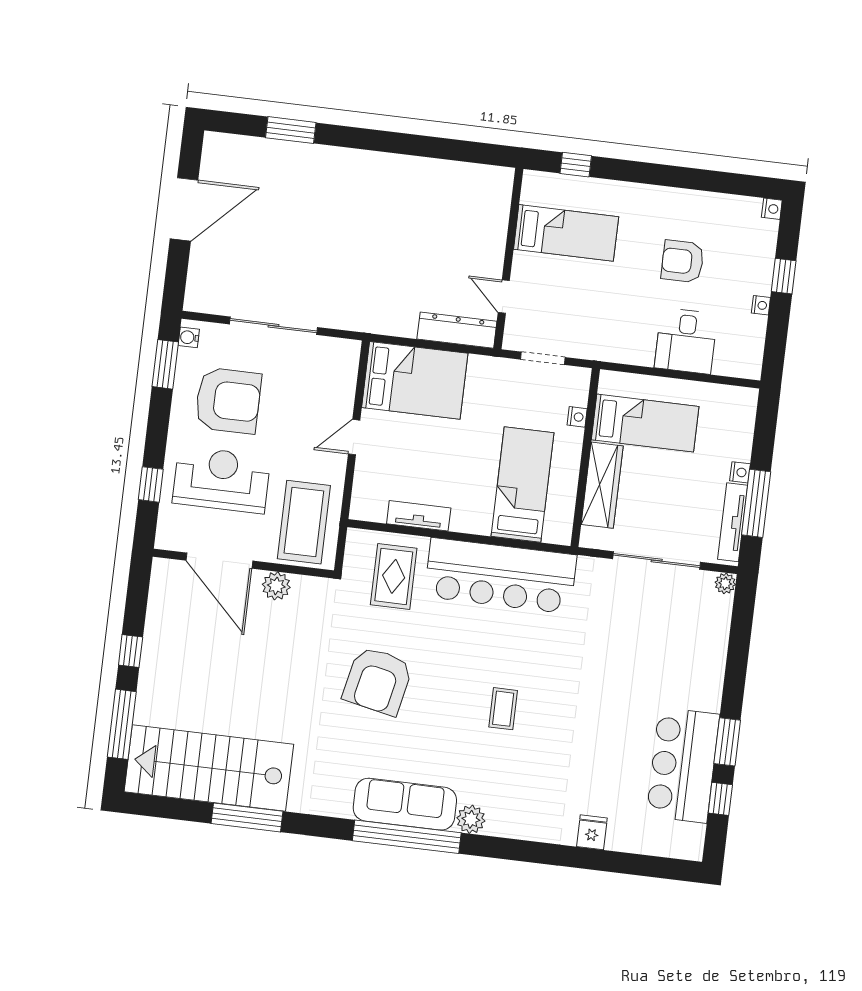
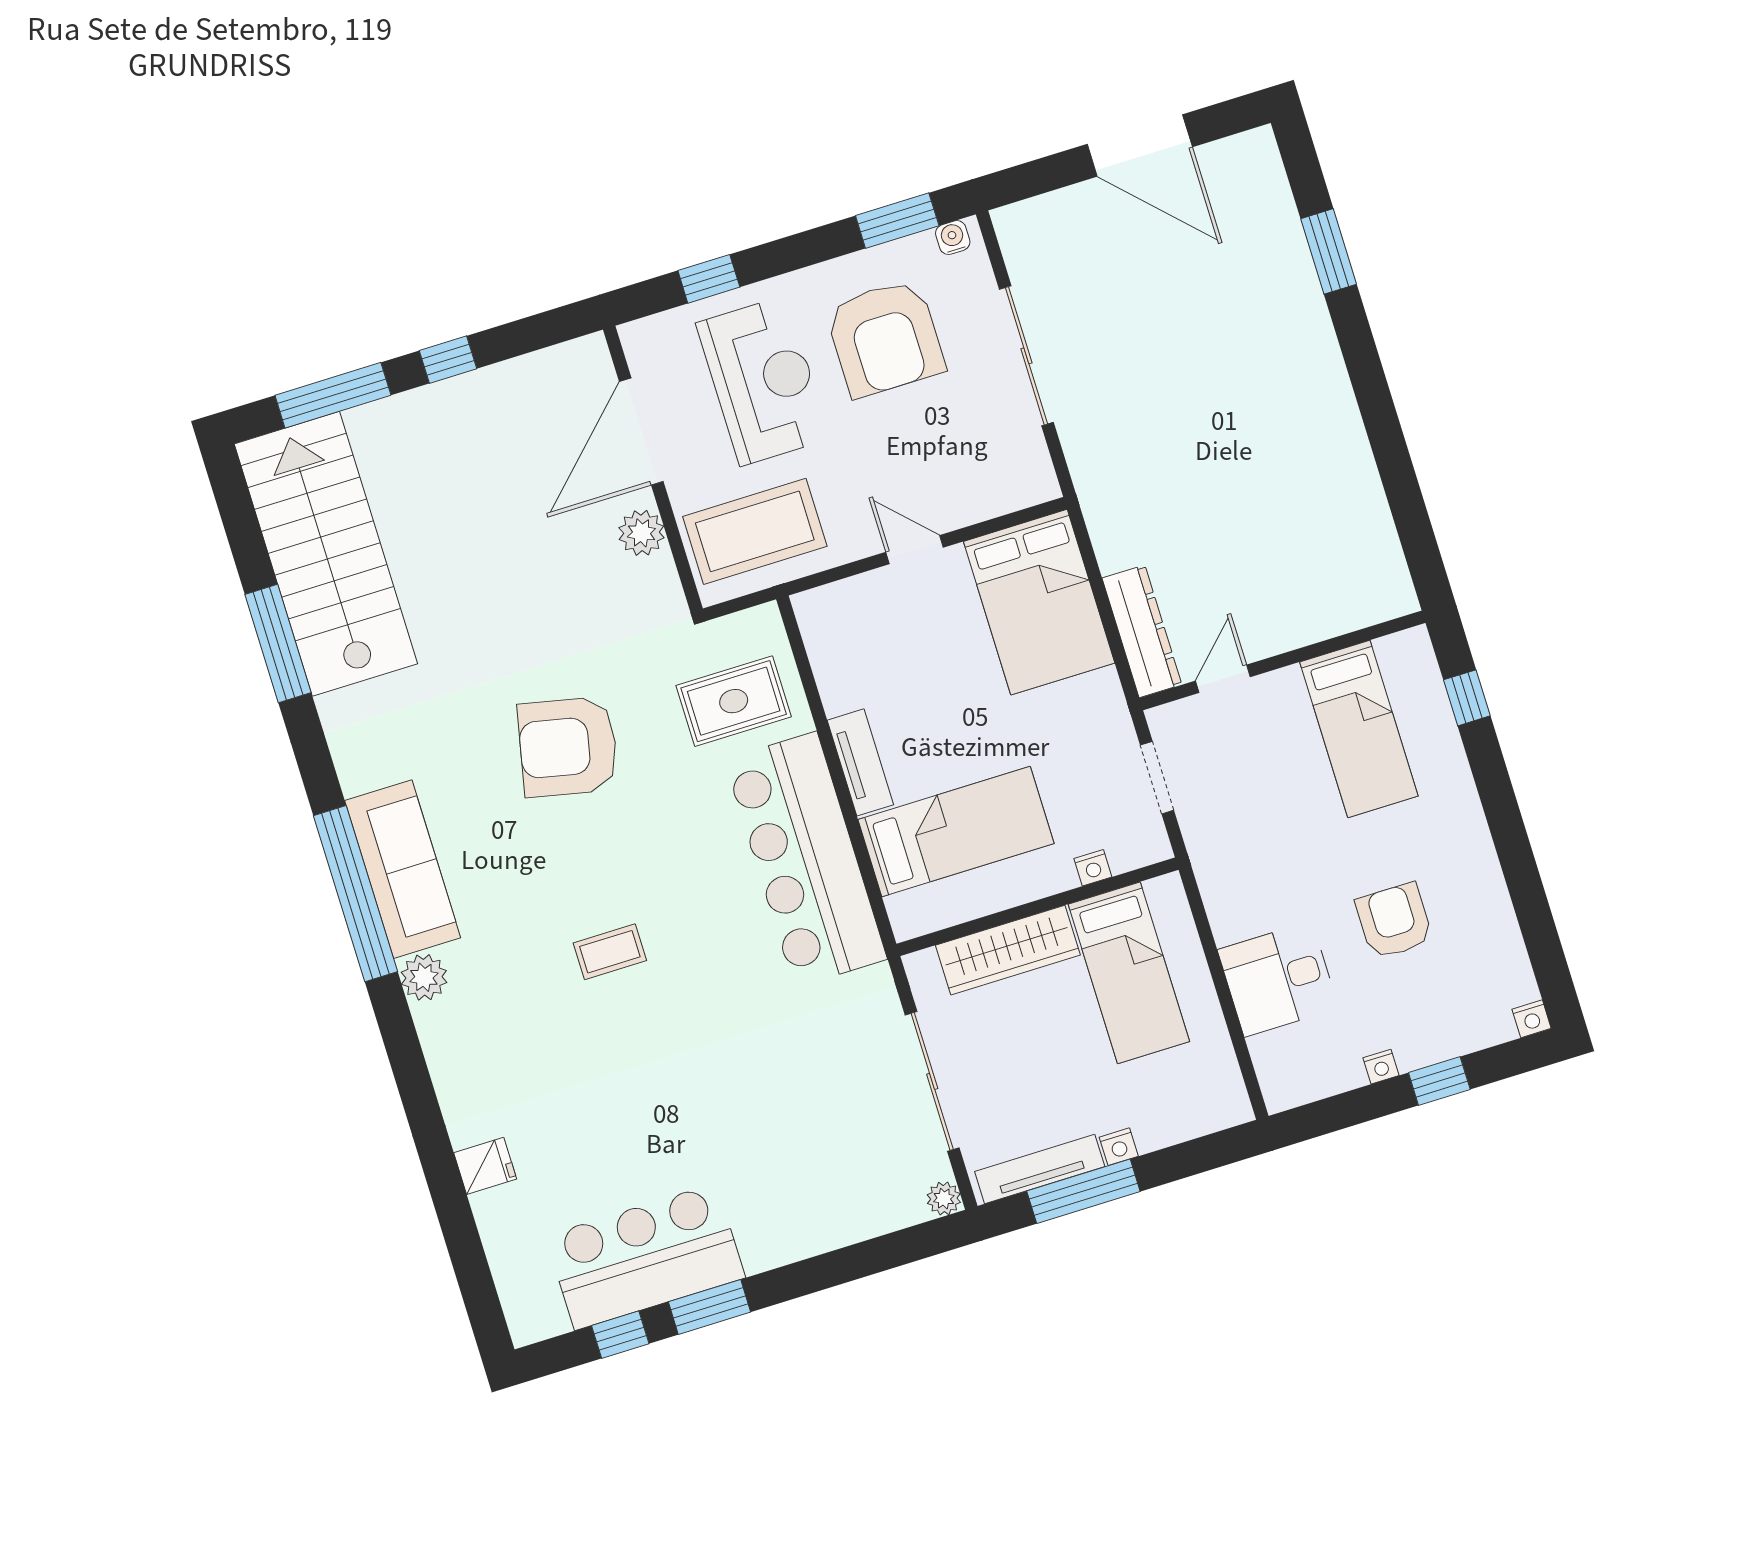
tv unit: (419, 516) -> (860, 762), moved

